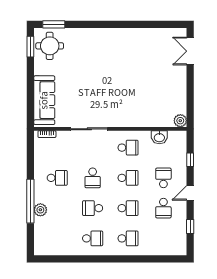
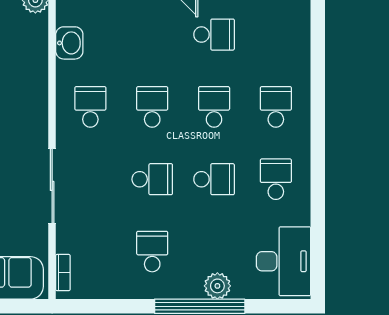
school desk: (163, 178) -> (152, 35), removed
school desk: (93, 208) -> (214, 179), turned -90
desk: (52, 242) -> (283, 261), added

